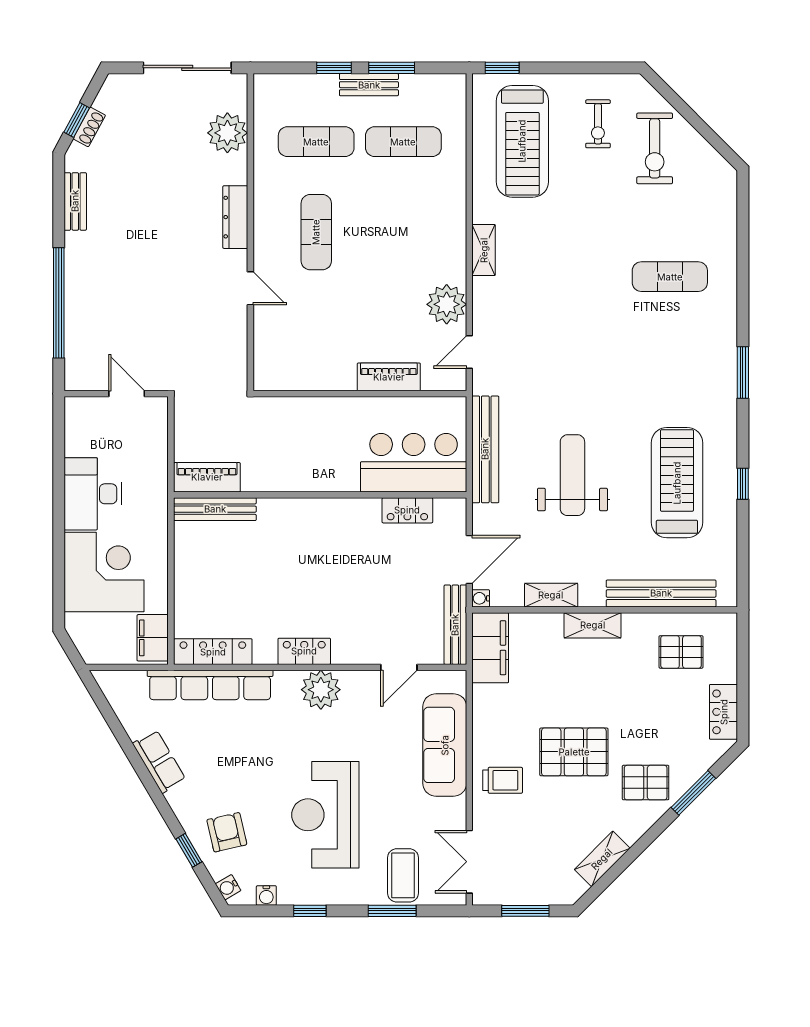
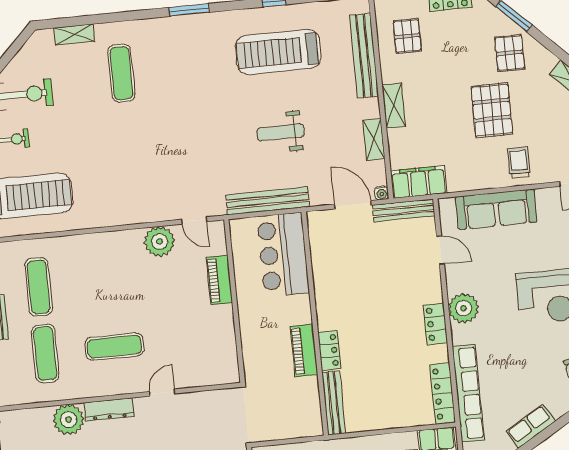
plant: (227, 133) -> (69, 420), moved
shelving: (484, 250) -> (74, 35), moved
weight bench: (572, 475) -> (280, 132), width x0.73, depth x0.75
piano: (207, 477) -> (304, 350), moved
locker: (407, 510) -> (329, 350), moved

